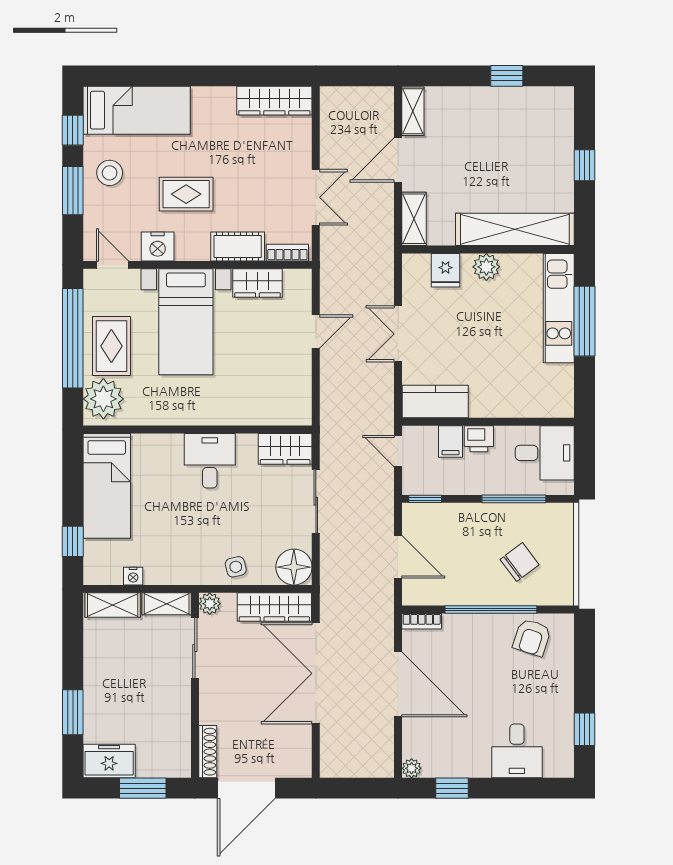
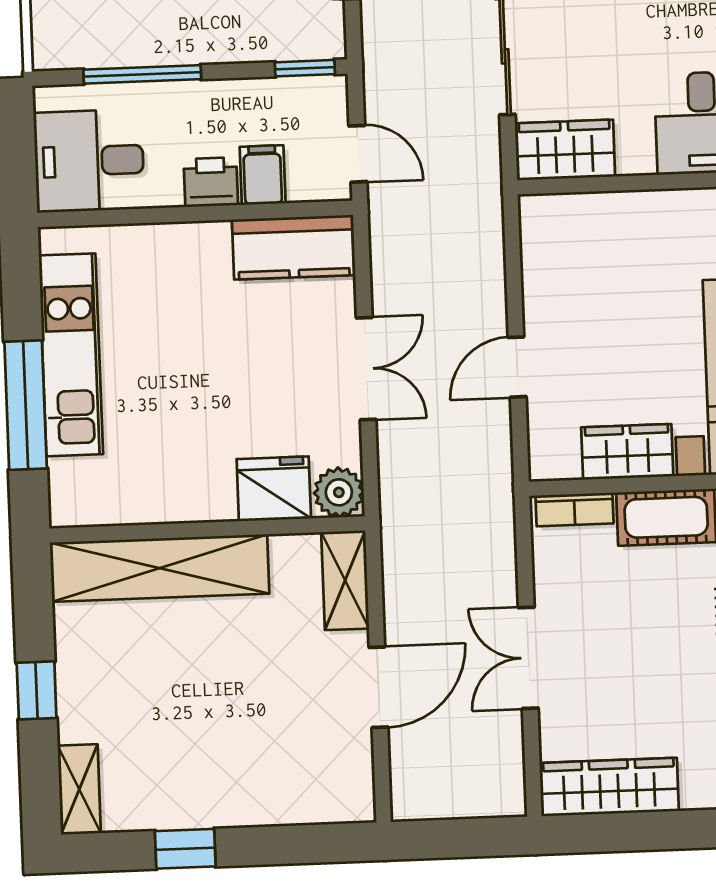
shelving: (413, 111) -> (79, 789), moved
double door: (316, 197) -> (528, 658), moved
plant: (486, 267) -> (339, 492), moved
fridge: (445, 270) -> (274, 489), width x1.38
kitchen unit: (559, 308) -> (71, 355), moved

